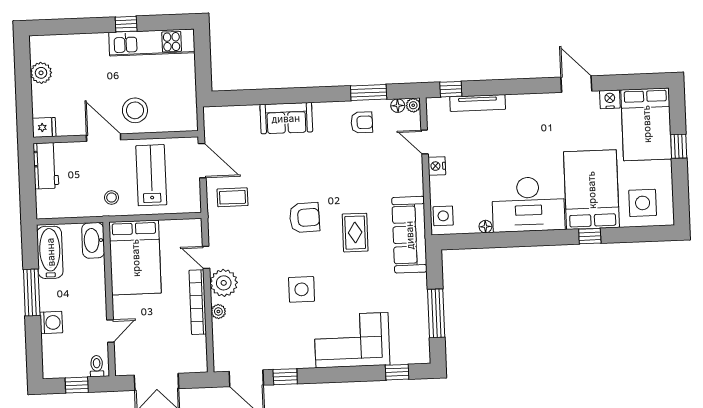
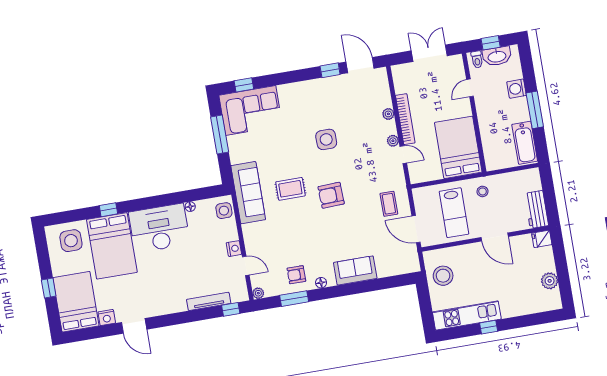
floor lamp: (398, 106) -> (321, 283), moved
stool: (135, 110) -> (443, 276), moved
coffee table: (233, 197) -> (389, 204), turned 90
rug: (355, 233) -> (290, 189), turned 90
washbasin: (93, 240) -> (497, 56), moved, turned 90
plant: (224, 283) -> (393, 141), width x0.53, depth x0.53
corner sofa: (352, 340) -> (251, 111), moved

